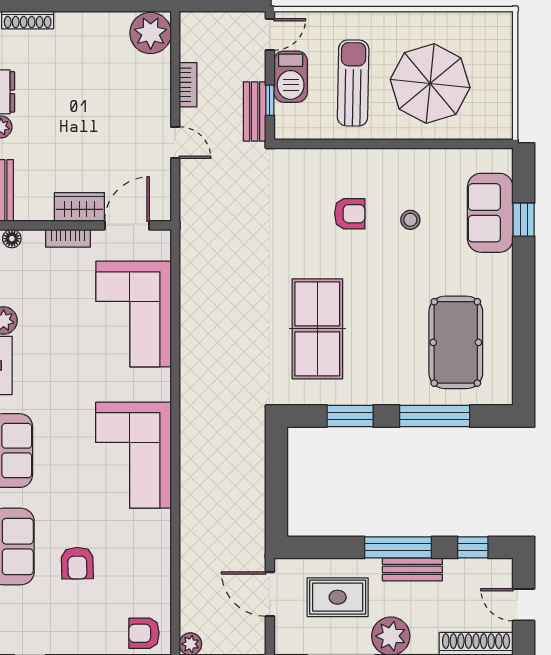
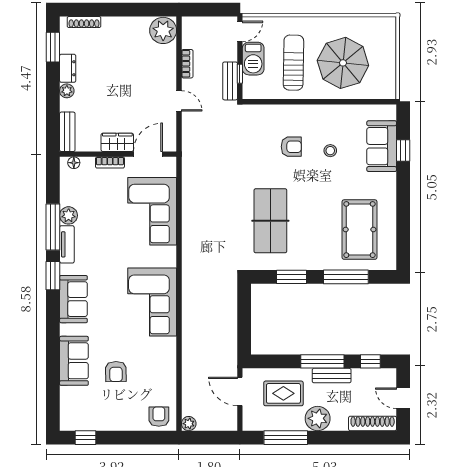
armchair: (144, 633) -> (159, 417), turned 90

